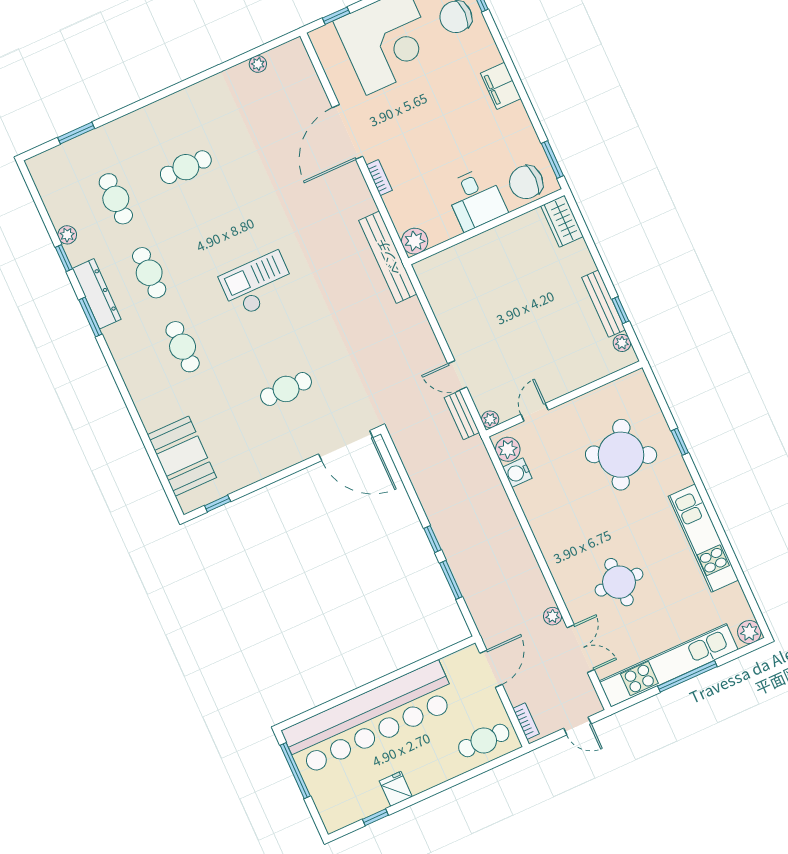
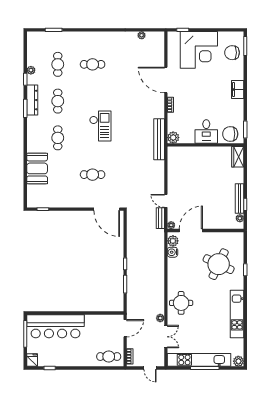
door: (347, 132) -> (166, 80), hinge flipped
checkout: (258, 284) -> (100, 126), turned 90
door: (535, 412) -> (191, 230), width x1.88
booth: (182, 456) -> (37, 168), moved
round table: (619, 582) -> (181, 303), moved
bar counter: (370, 718) -> (56, 326), width x0.73
fridge: (396, 789) -> (32, 360), moved

